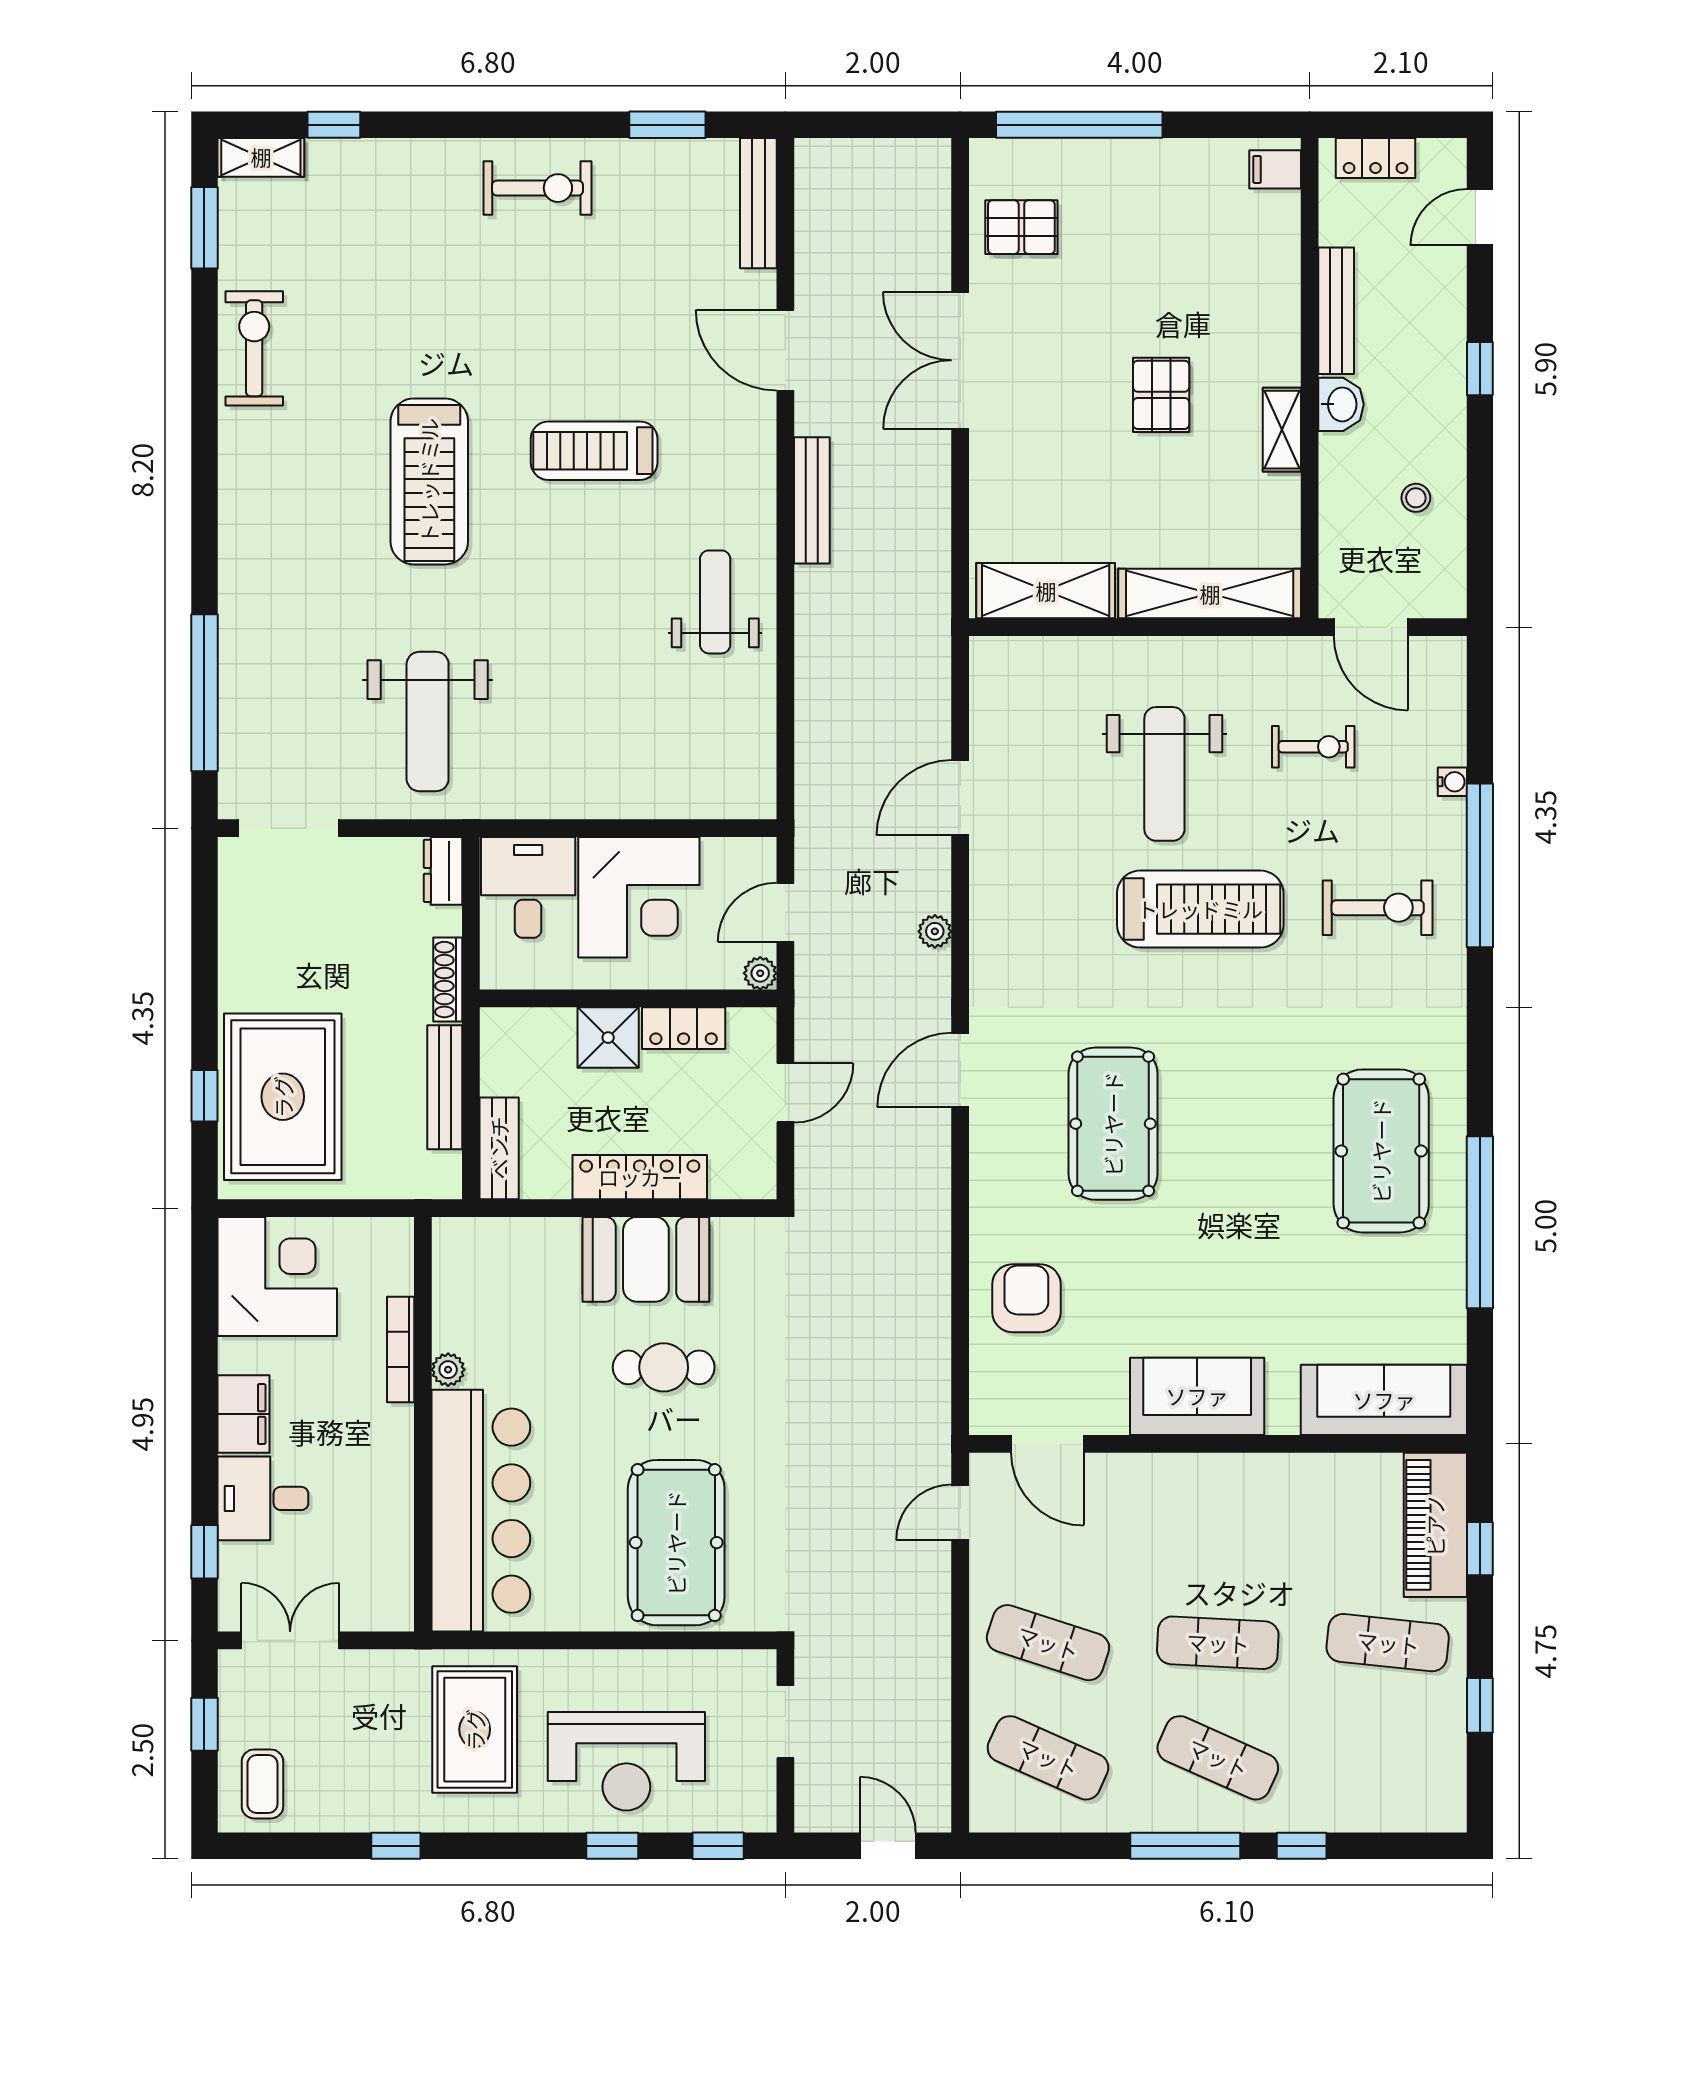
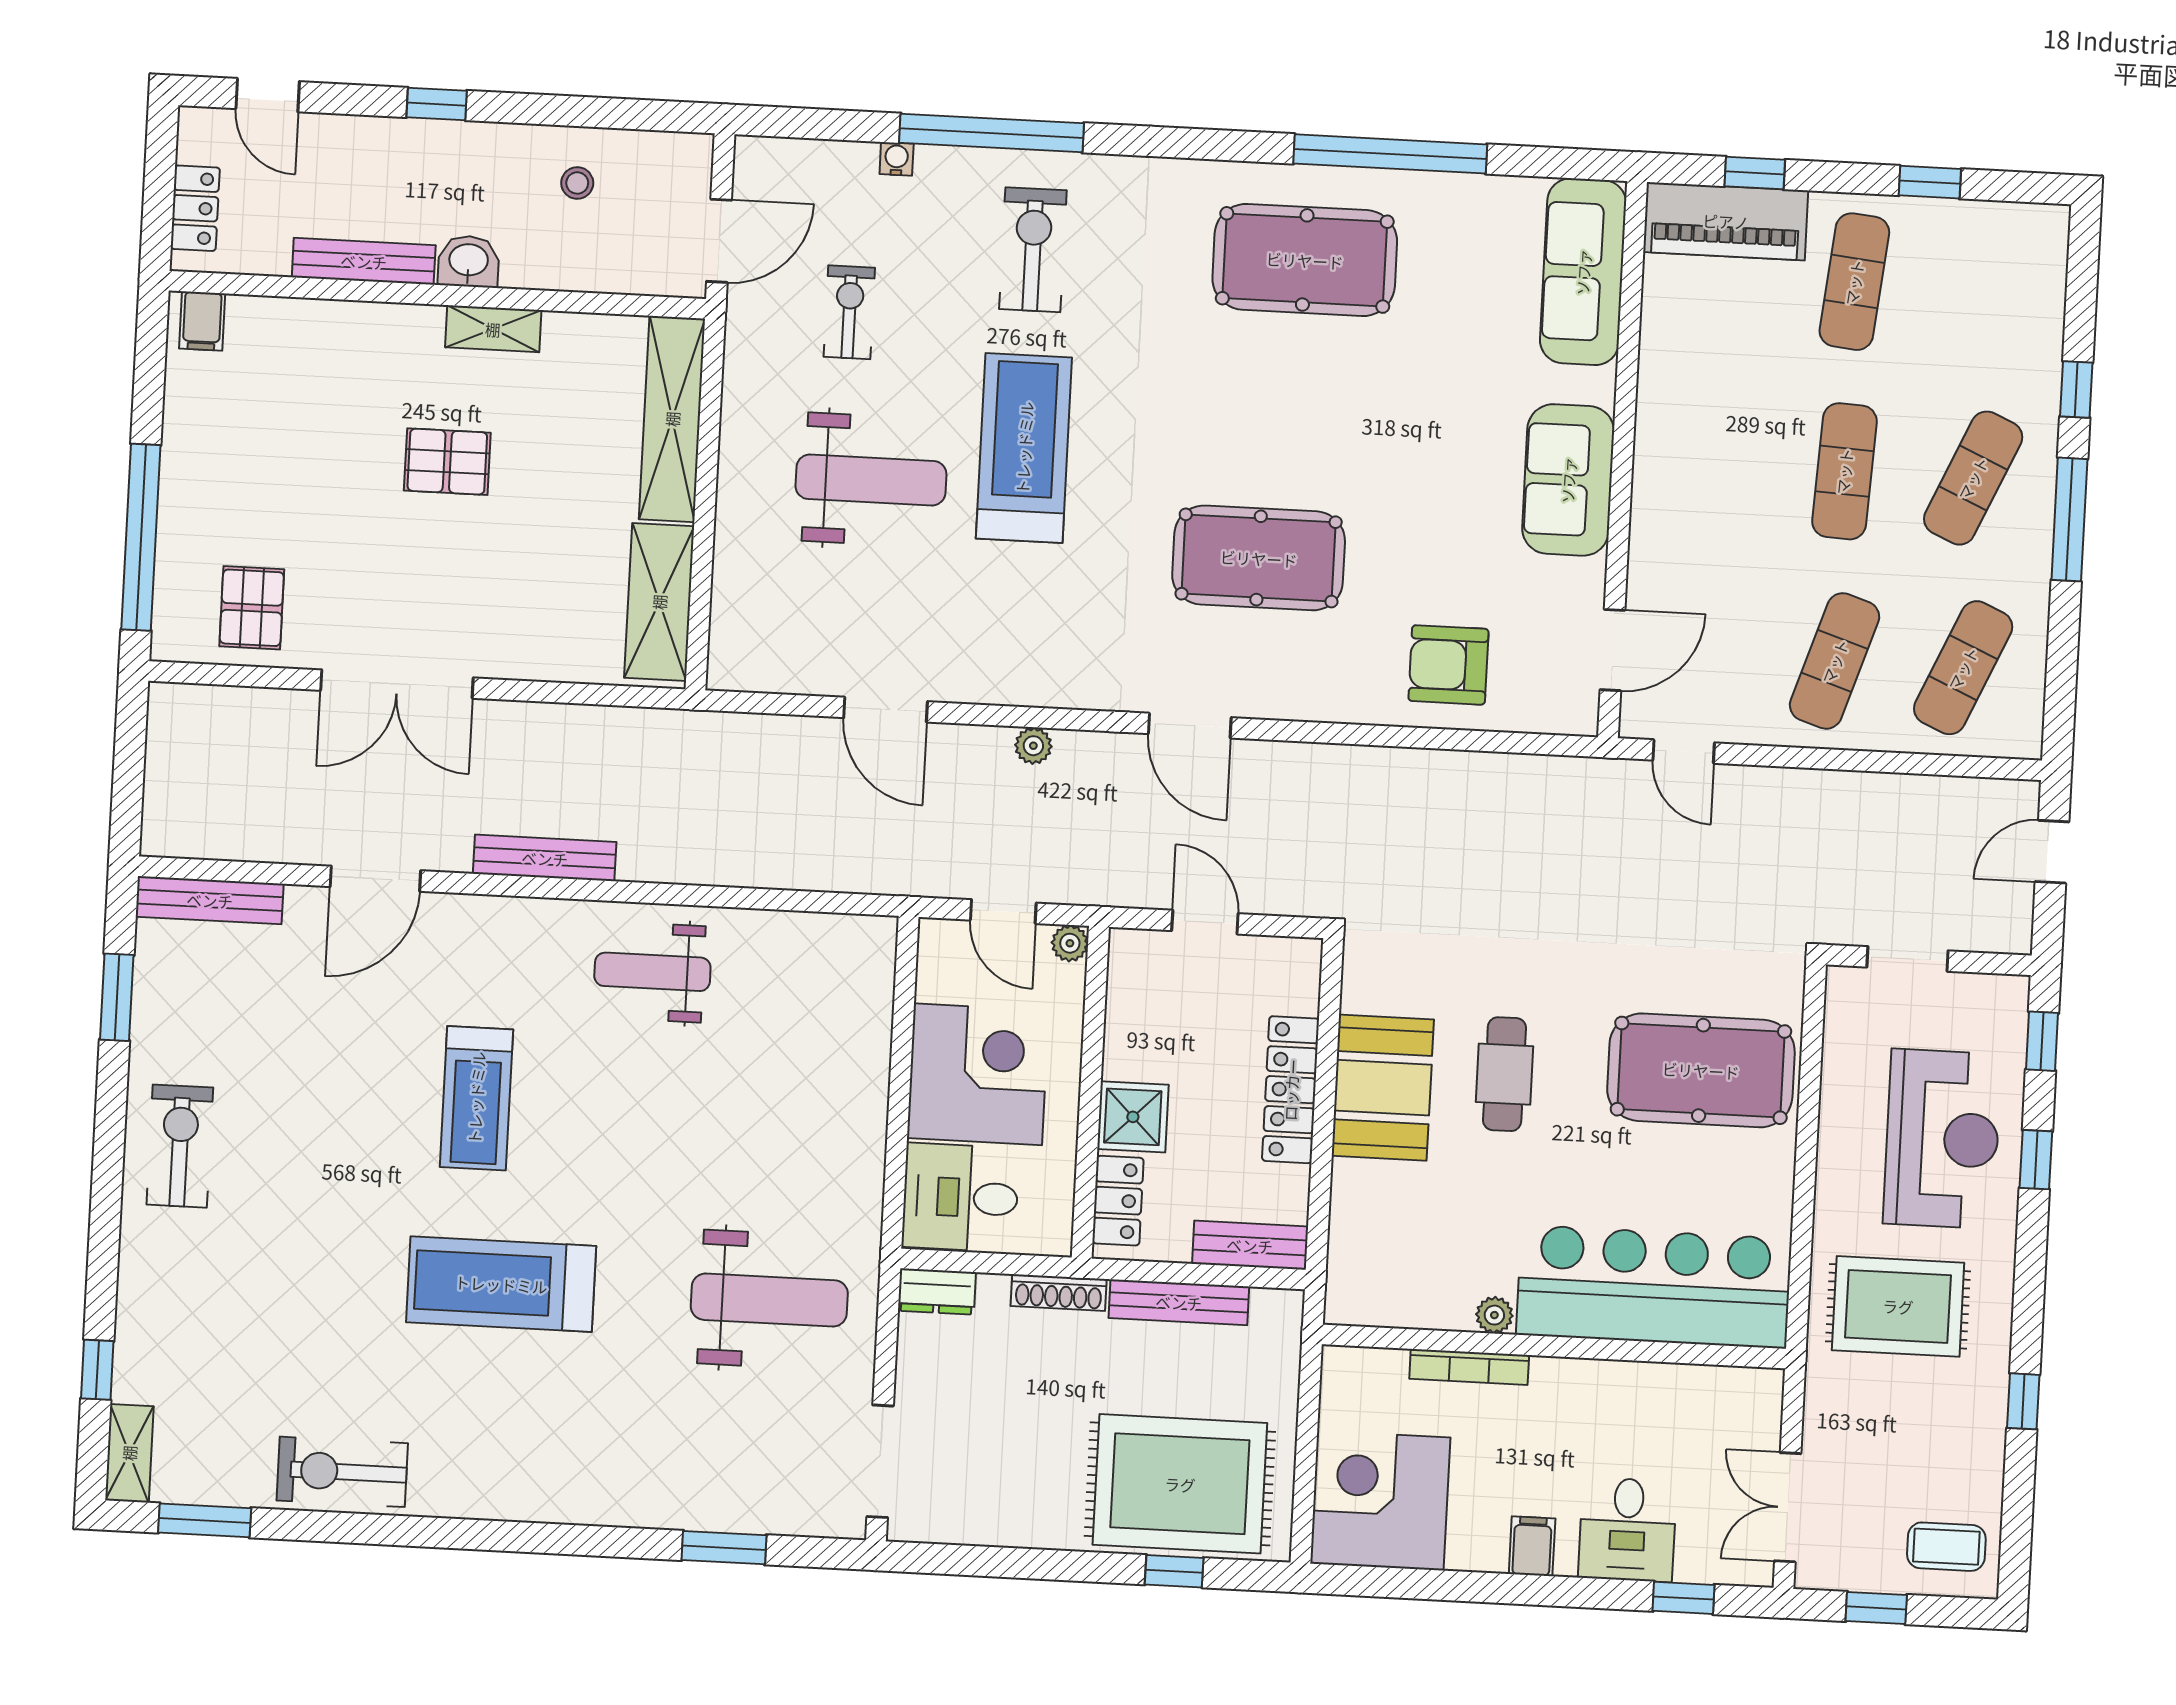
treadmill: (429, 481) -> (501, 1284), turned 180
window: (204, 693) -> (724, 1548), width x0.47
locker: (684, 1028) -> (1118, 1201), moved
filing cabinet: (243, 1414) -> (1532, 1546), width x0.50

